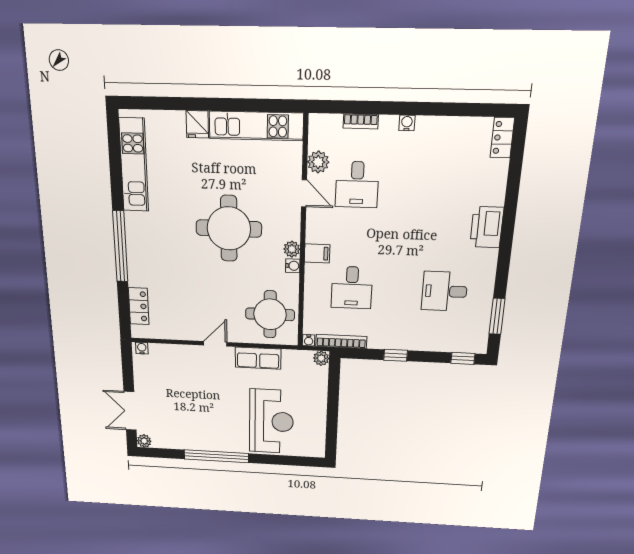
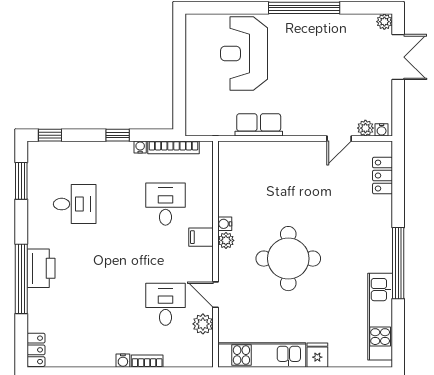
bookcase: (361, 121) -> (147, 361), moved
window: (509, 216) -> (21, 279), added
window: (120, 247) -> (398, 263), moved
round table: (270, 314) -> (247, 173), removed
water cooler: (309, 340) -> (140, 147), moved
door: (215, 344) -> (339, 139), moved
plant: (321, 358) -> (365, 128), moved

